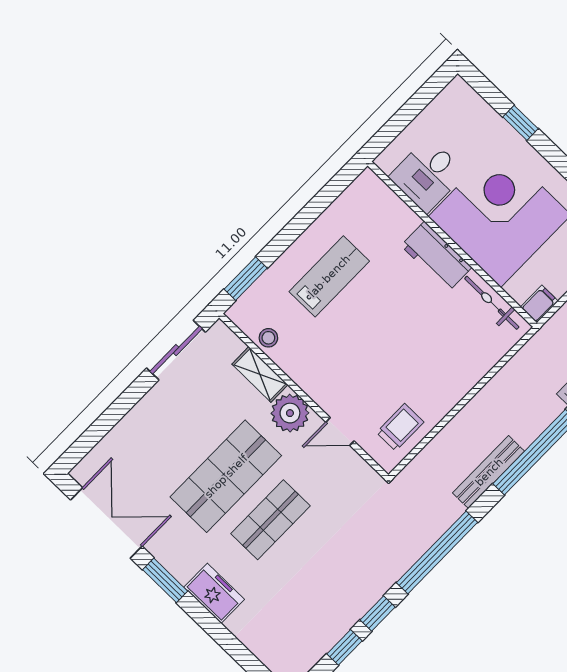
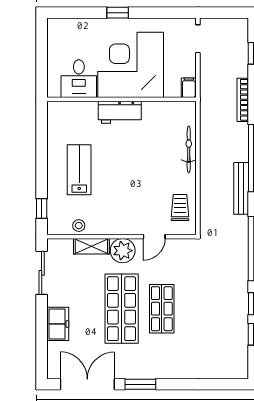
window: (520, 123) -> (118, 13), moved
window: (246, 279) -> (42, 208), width x0.67
bicycle: (492, 303) -> (189, 149), moved, turned 90
freezer: (214, 593) -> (58, 324), moved, turned 90

